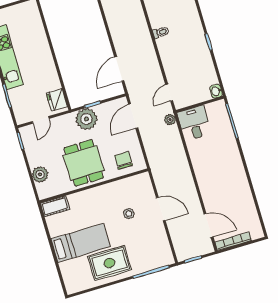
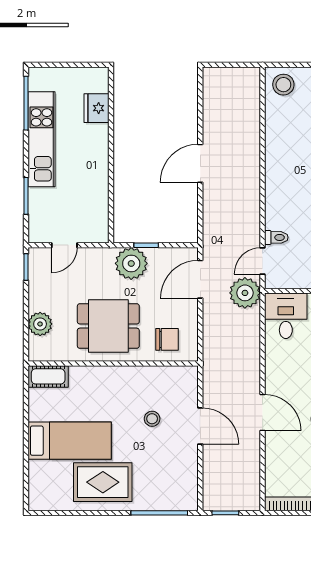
toilet: (161, 32) -> (276, 237), moved
door: (119, 69) -> (200, 163), moved
fridge: (57, 100) -> (97, 108), moved
plant: (170, 120) -> (245, 293), width x1.87, depth x1.87
chair: (123, 160) -> (167, 339), turned 90
dining table: (84, 163) -> (108, 326), turned 90
door: (209, 226) -> (263, 412), moved

